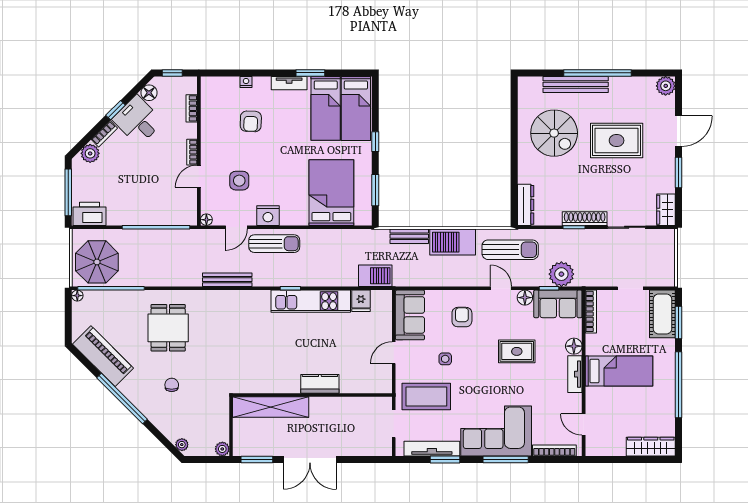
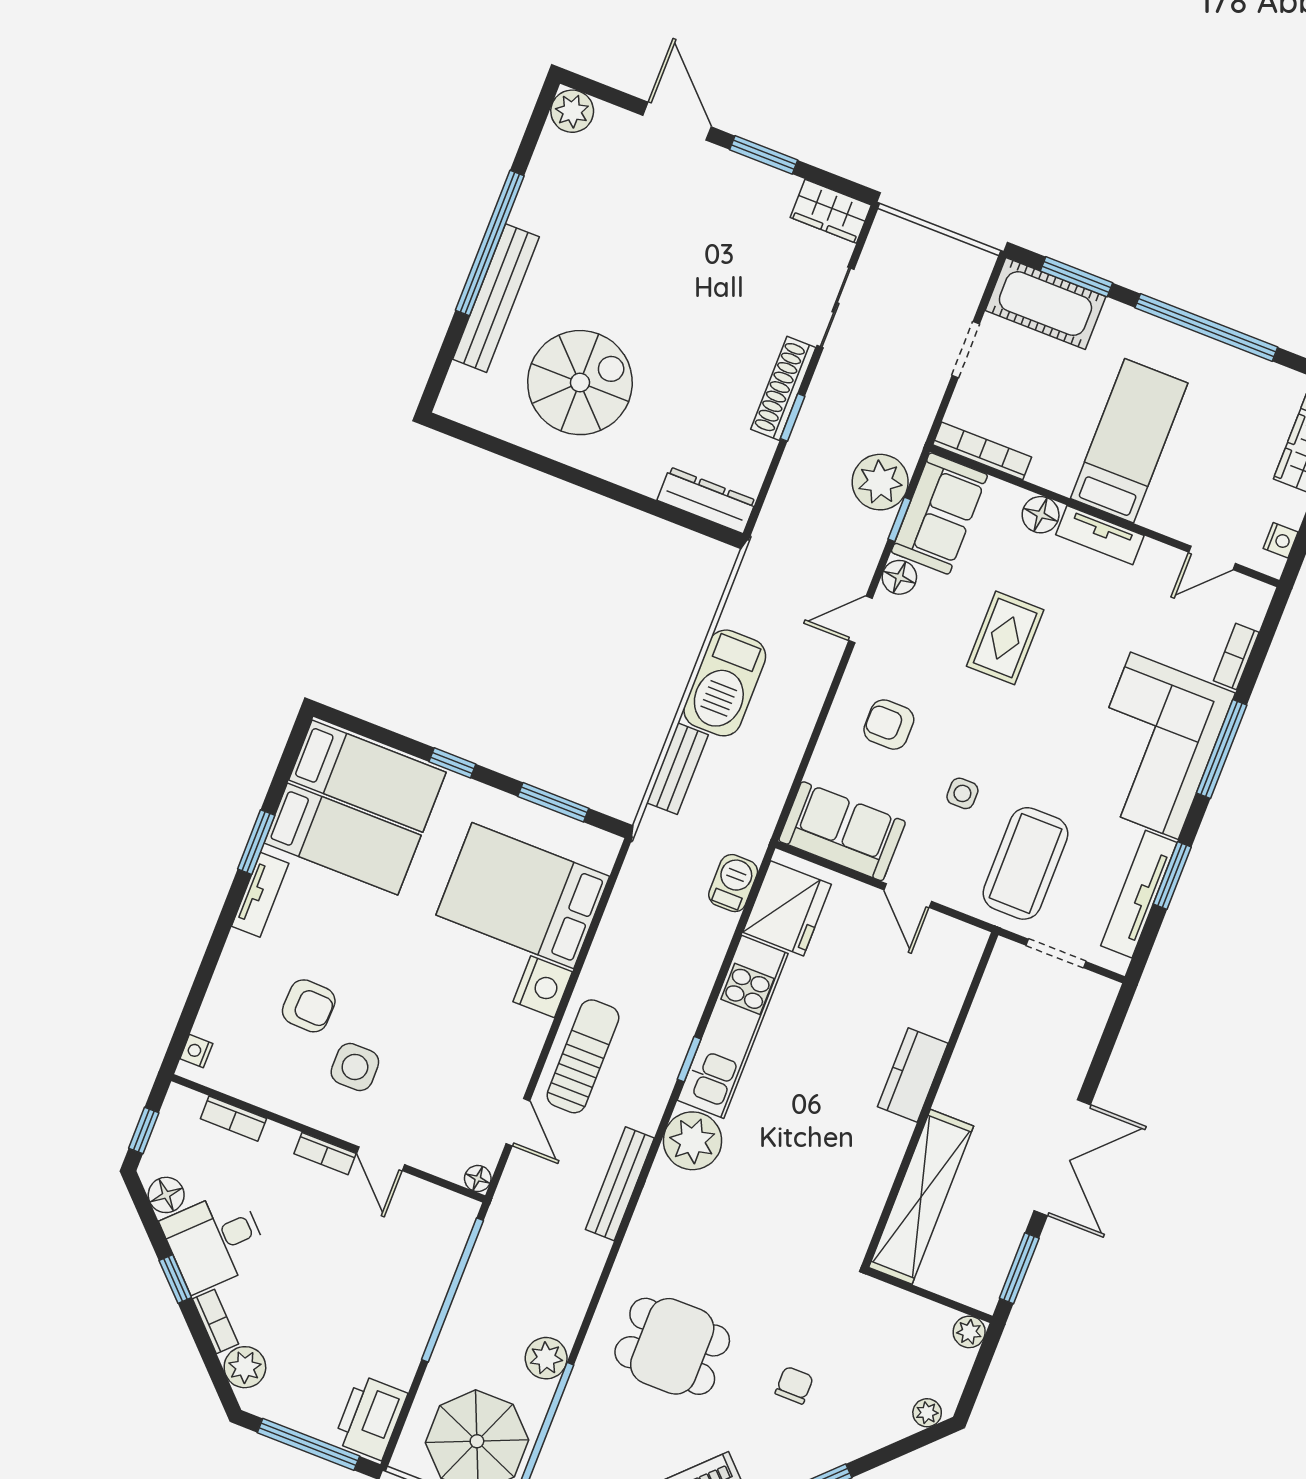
nightstand: (246, 82) -> (196, 1051), moved
rug: (617, 140) -> (646, 258), removed
side table: (239, 181) -> (355, 1067), moved
nightstand: (268, 216) -> (543, 987), moved
sun lounger: (510, 250) -> (788, 569), removed
barbecue: (375, 276) -> (733, 883), width x0.73, depth x0.79
plant: (143, 277) -> (546, 1358), added
fridge: (361, 301) -> (787, 908), width x1.88, depth x1.34
plant: (257, 303) -> (692, 1141), added
chair: (172, 385) -> (794, 1385), turned 90
nightstand: (602, 450) -> (1281, 540), added
bookcase: (554, 451) -> (1236, 657), width x0.64

